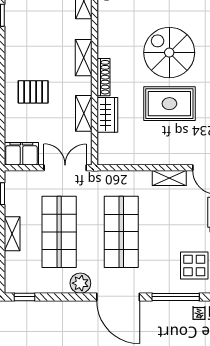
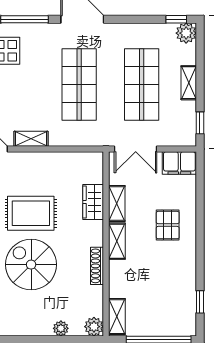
spiral stairs: (169, 53) -> (31, 265), turned 180
shelving: (84, 58) -> (117, 241), moved
shoe rack: (104, 77) -> (97, 266), moved
pallet: (33, 92) -> (168, 225), turned 90
plant: (80, 283) -> (186, 33), moved

